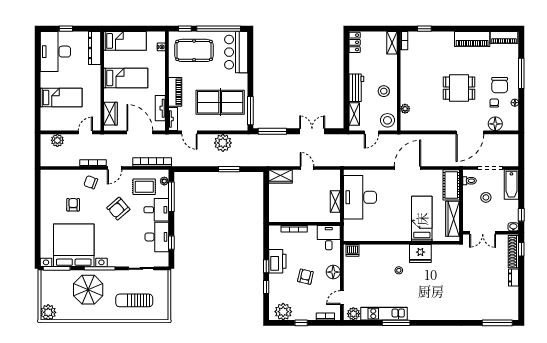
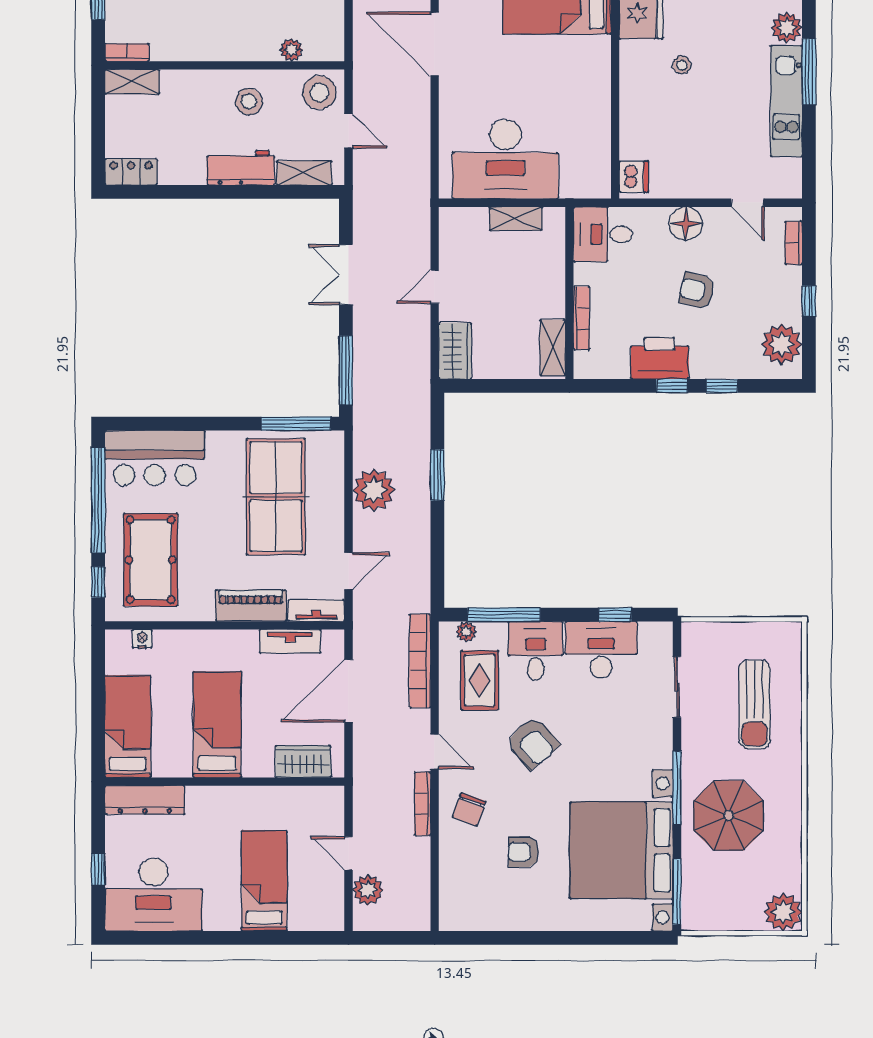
door: (85, 132) -> (349, 853), moved
shelving: (282, 217) -> (553, 348), added
plant: (353, 314) -> (787, 28), moved

